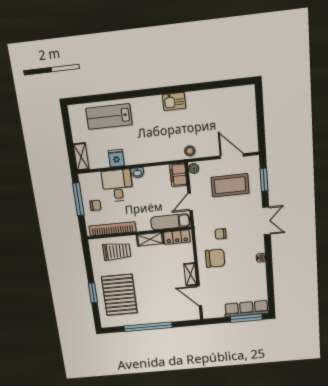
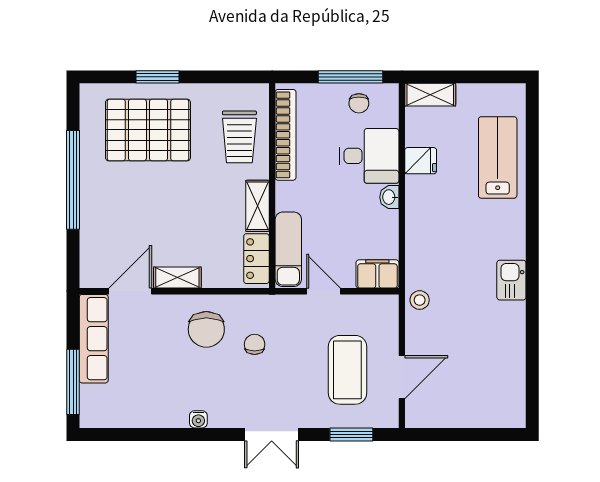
plant: (194, 168) -> (386, 304), removed
chair: (95, 205) -> (359, 103), moved
row of seats: (246, 309) -> (94, 339), moved

